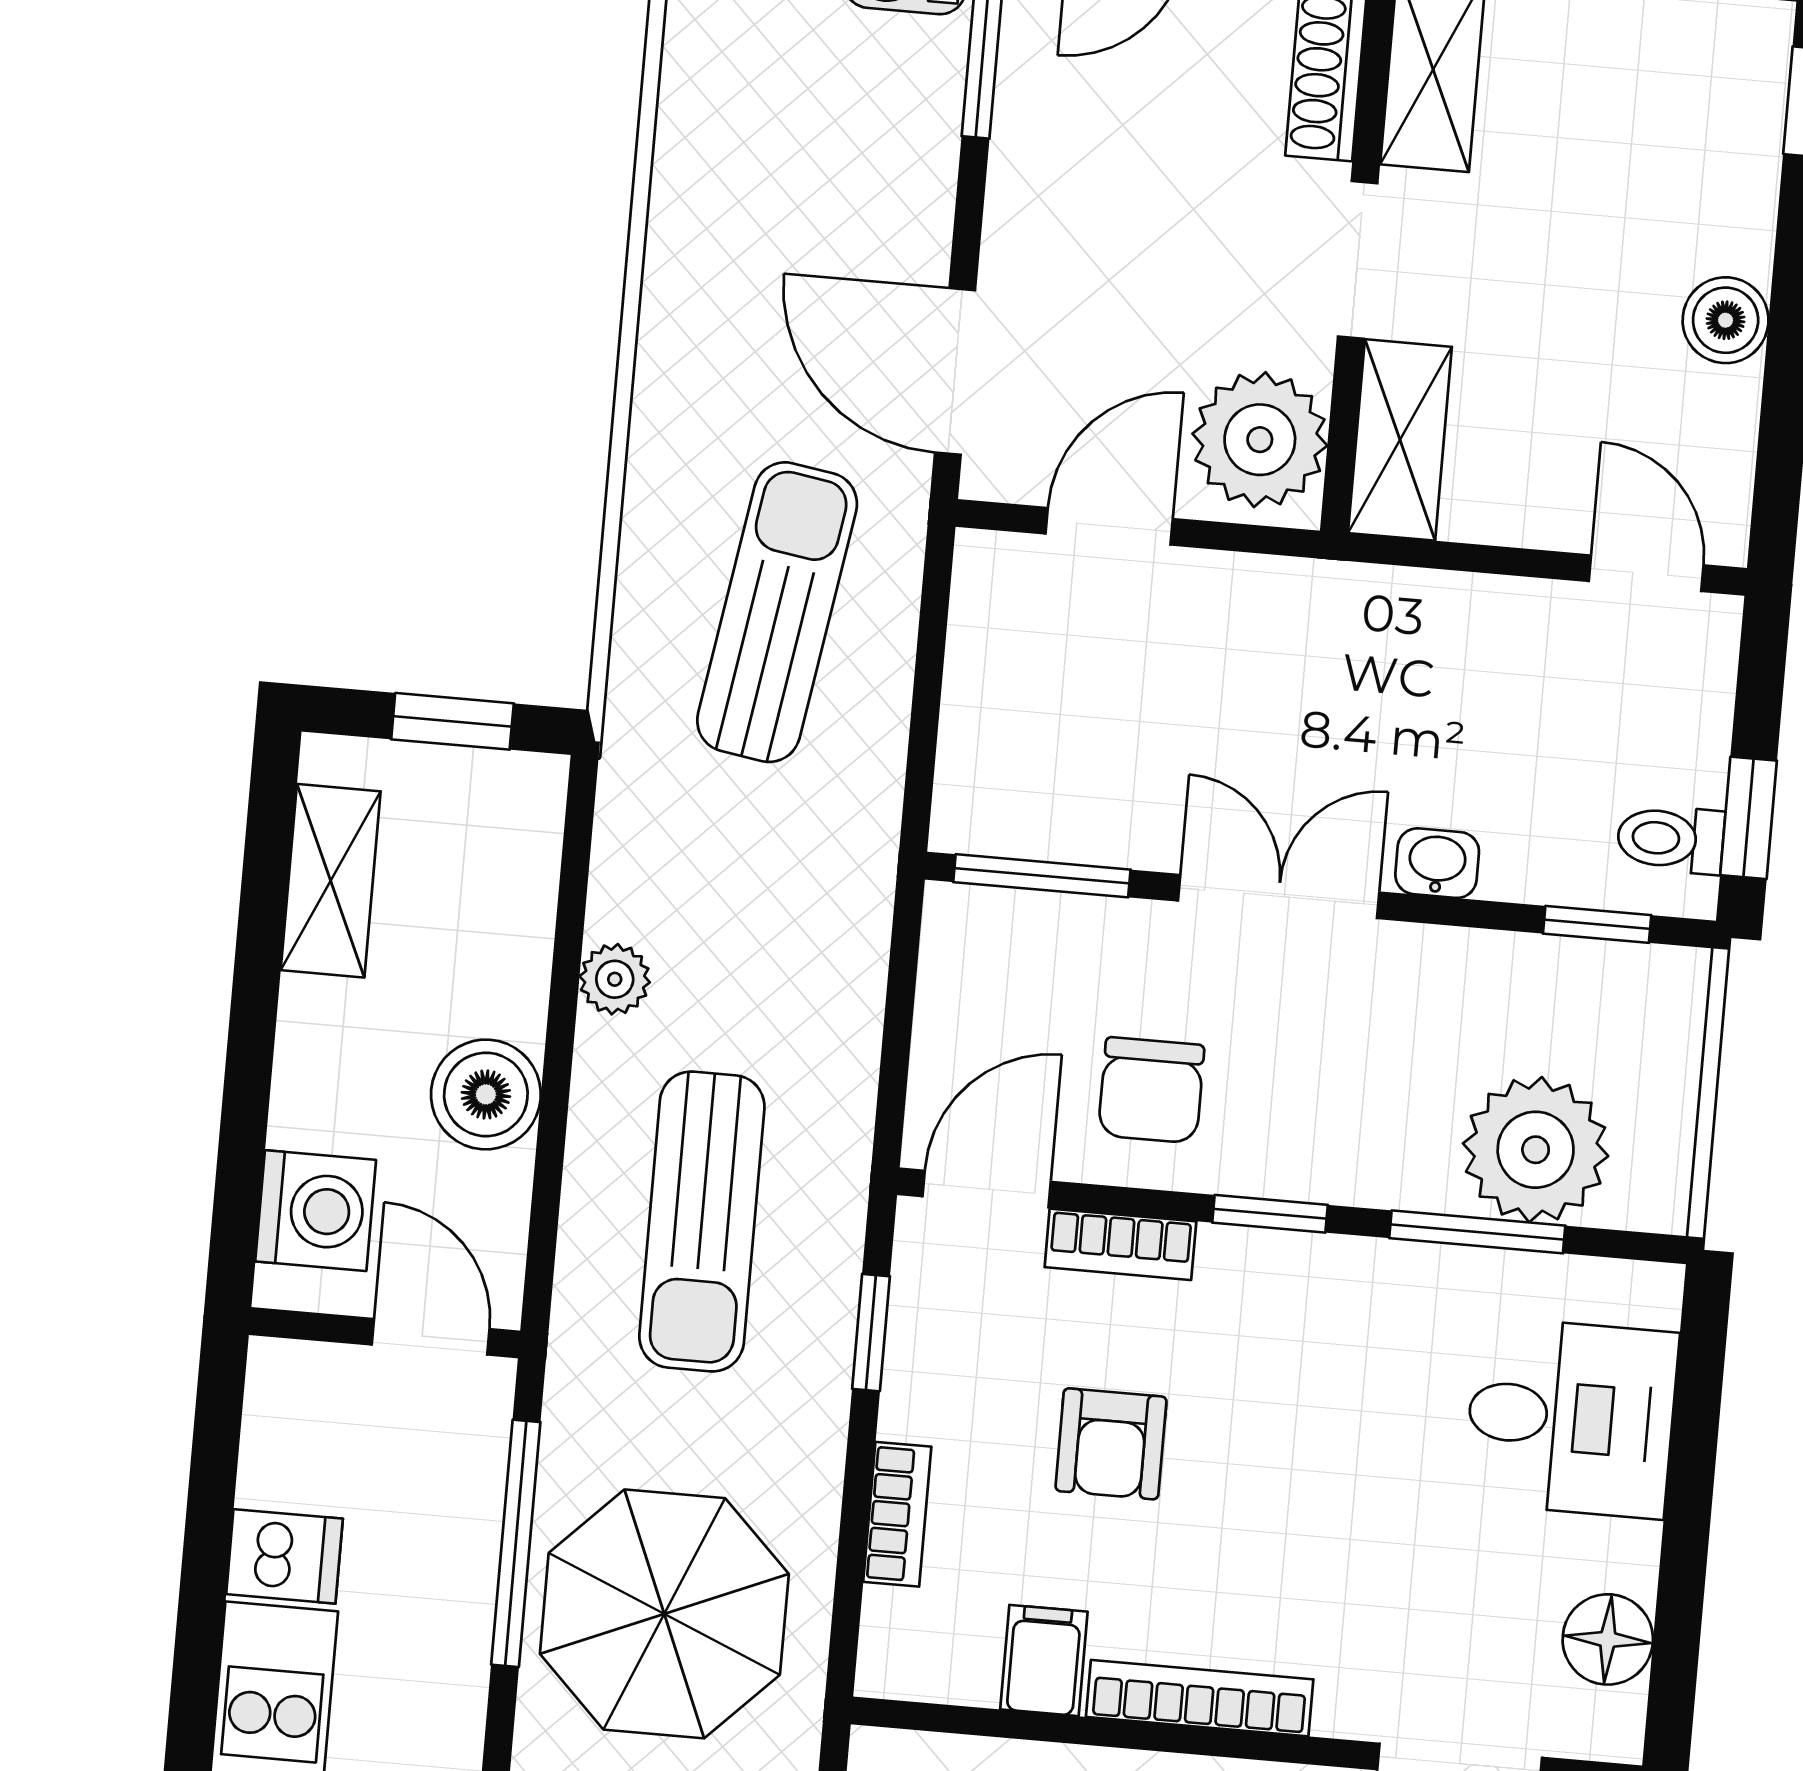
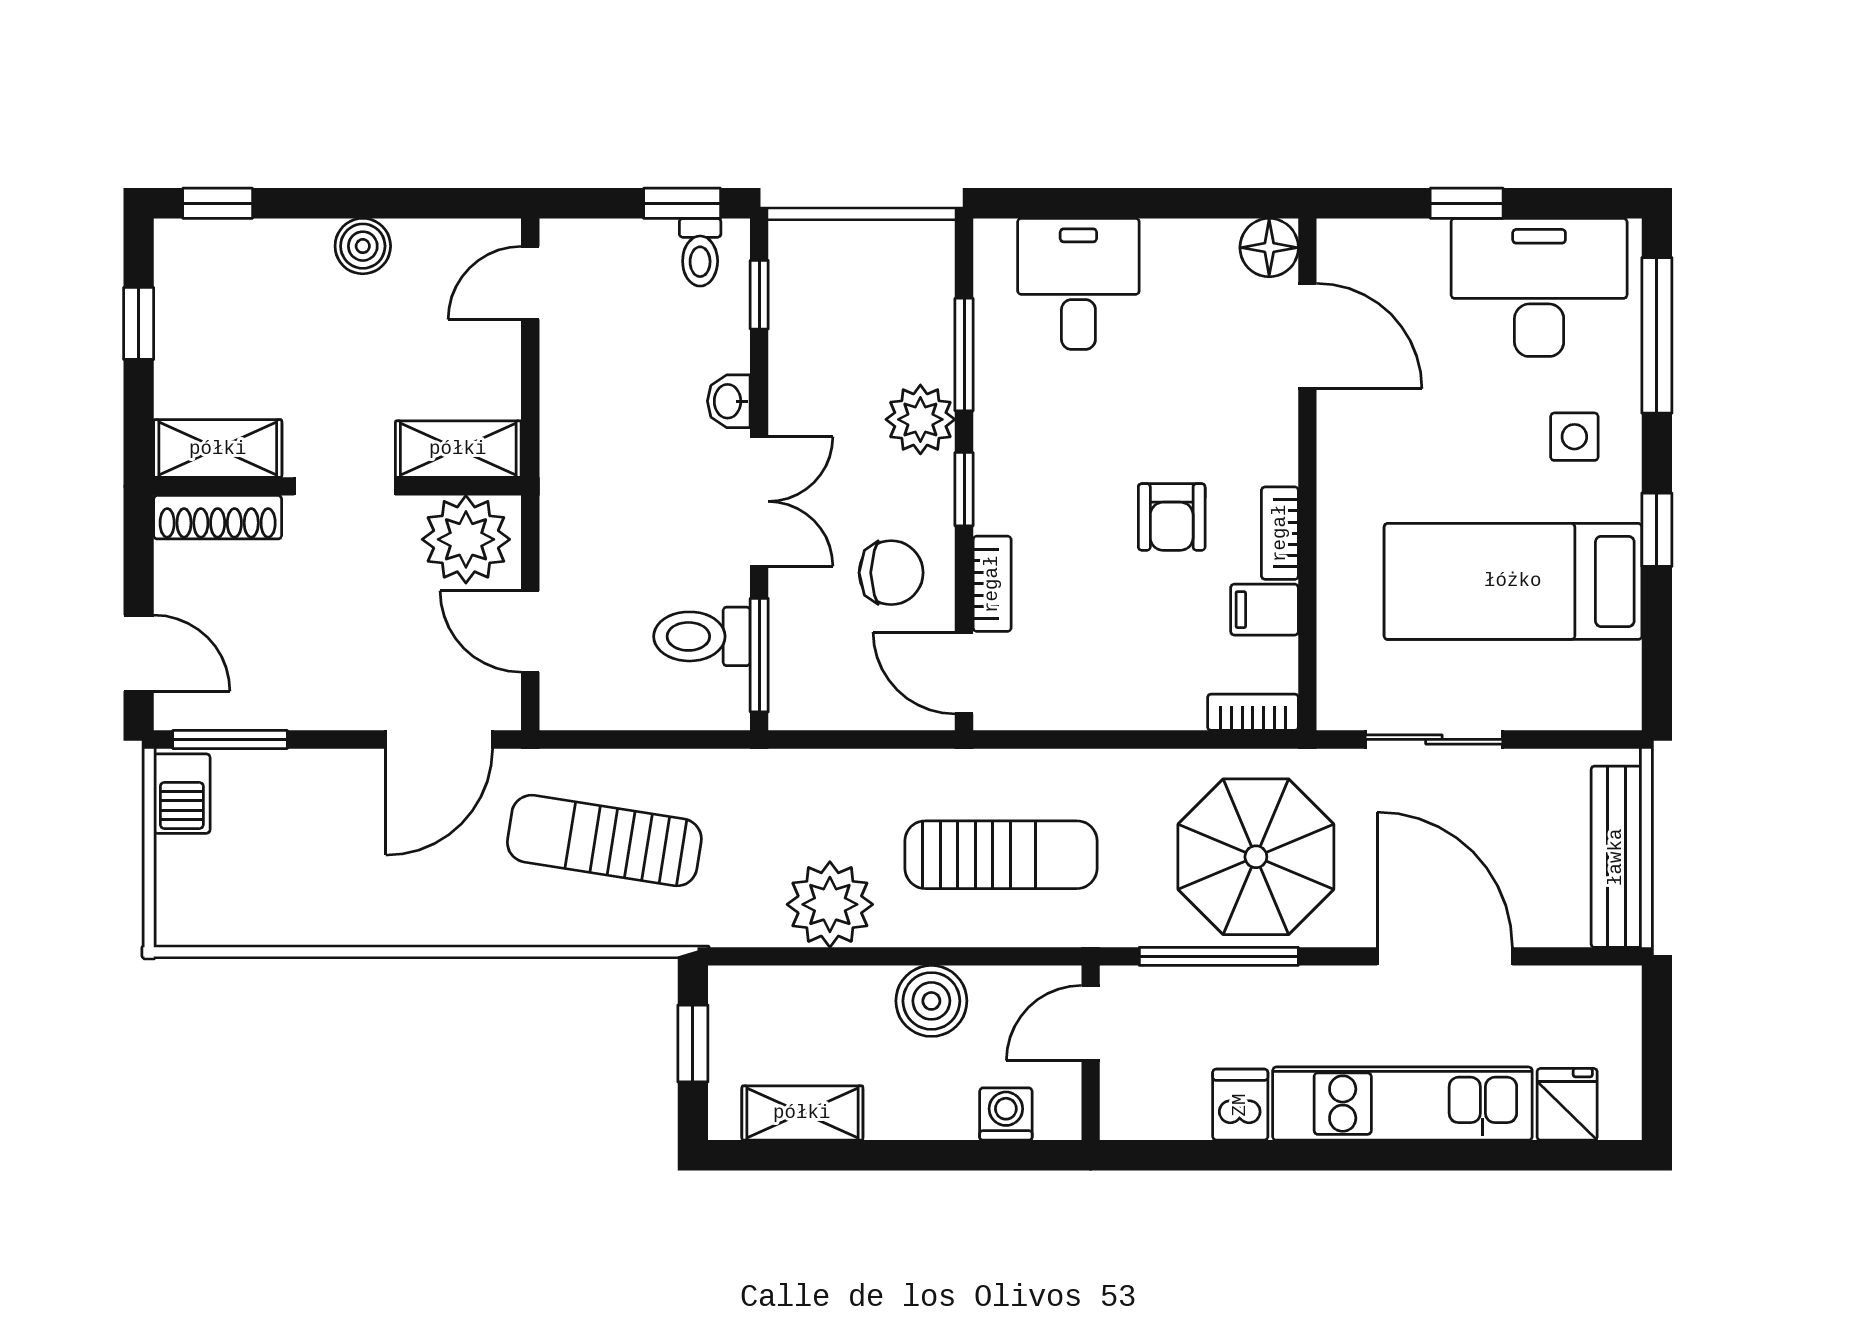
toilet: (1078, 790) -> (702, 636), added
double door: (1279, 896) -> (759, 501), swing flipped
plant: (615, 979) -> (830, 904), width x1.88, depth x1.88
plant: (1536, 1150) -> (920, 419), moved, width x0.73, depth x0.73
washing machine: (316, 1211) -> (1006, 1114), width x0.73, depth x0.73
window: (871, 1333) -> (1063, 739), removed
armchair: (1111, 1444) -> (1172, 517), moved, turned 90
bookcase: (897, 1514) -> (1253, 712), moved
floor lamp: (1608, 1639) -> (1269, 248), moved
bookcase: (1200, 1698) -> (1280, 533), width x0.64

